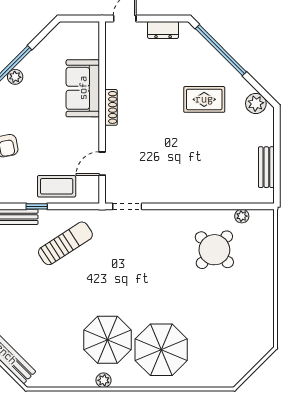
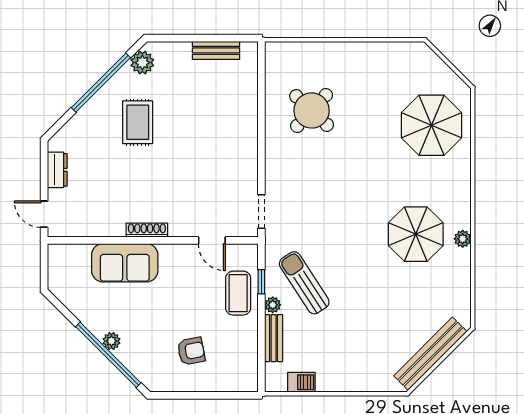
window: (221, 50) -> (101, 83), moved
window: (37, 206) -> (261, 282), moved
plant: (242, 216) -> (273, 305), moved
parasol: (161, 350) -> (431, 125), moved

